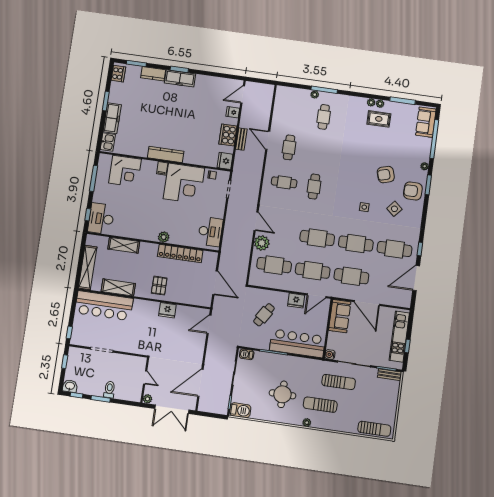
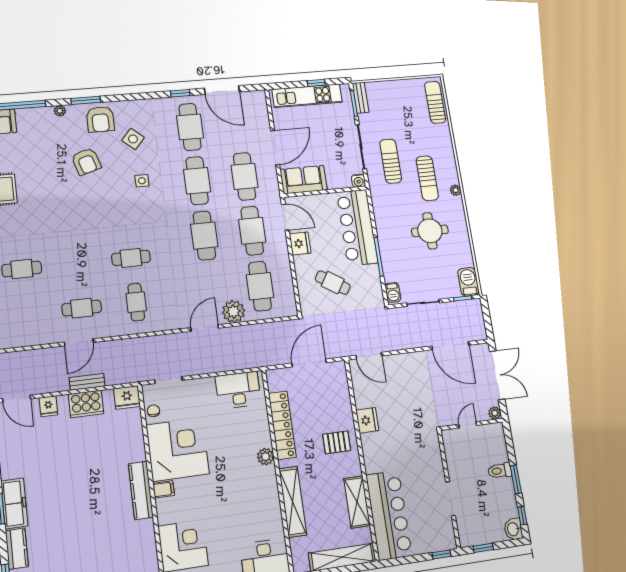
shelving: (124, 245) -> (293, 502), width x1.47

